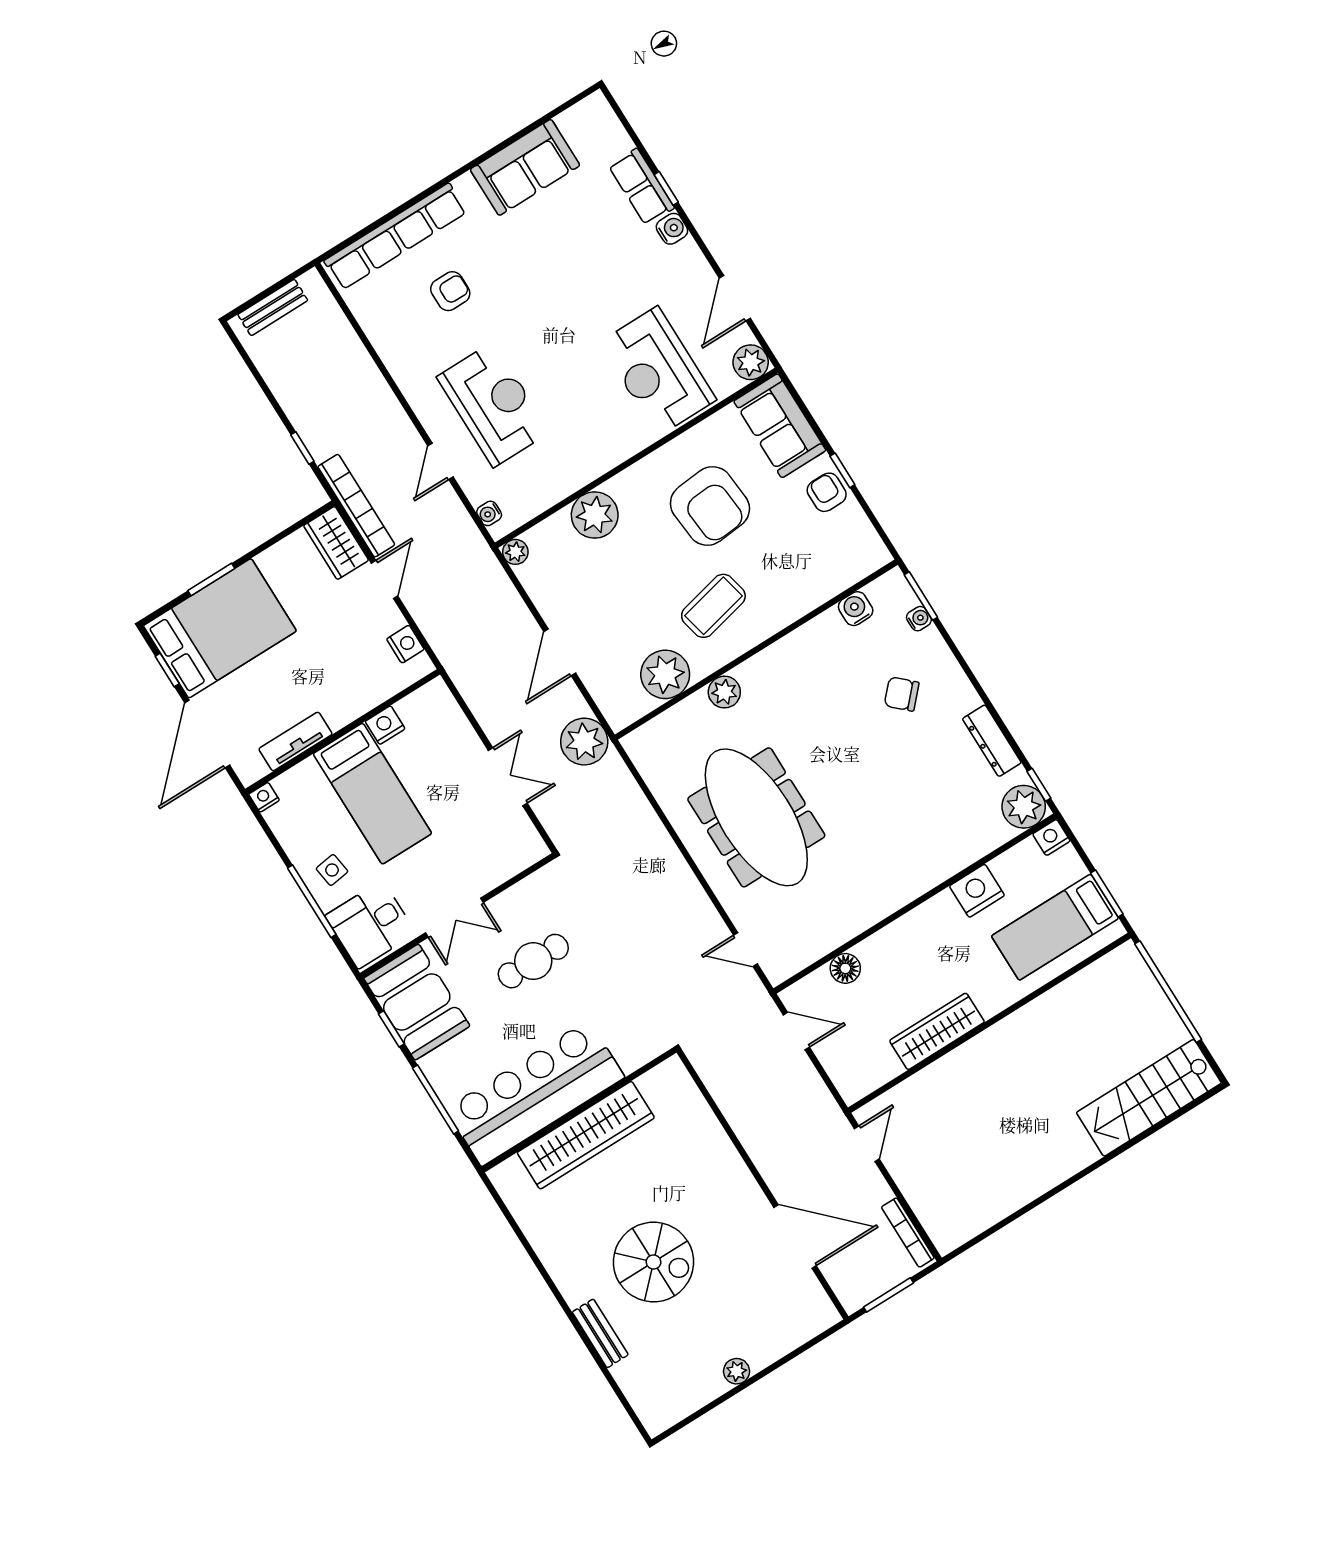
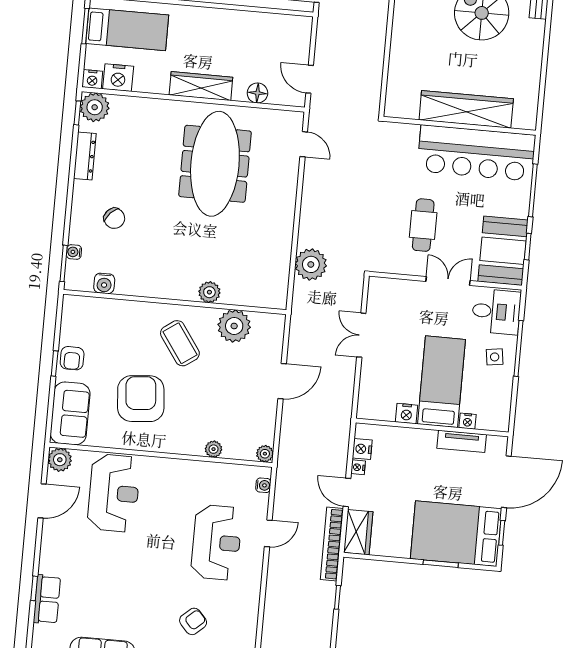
water cooler: (672, 229) -> (48, 564), removed
armchair: (450, 291) -> (193, 621), turned 138
reception desk: (493, 405) -> (216, 542), turned 180
plant: (595, 515) -> (214, 449), width x0.53, depth x0.53
door: (385, 580) -> (347, 492), hinge flipped
coffee table: (713, 606) -> (180, 343), turned 68
nightstand: (394, 619) -> (358, 467), added
plant: (584, 742) -> (311, 264), moved
nightstand: (264, 797) -> (468, 421), moved
meeting table: (756, 817) -> (215, 164), moved
nightstand: (977, 891) -> (118, 78), moved
cafe table: (533, 961) -> (423, 225), turned 90
wardrobe: (937, 1031) -> (201, 86), moved, turned 180

